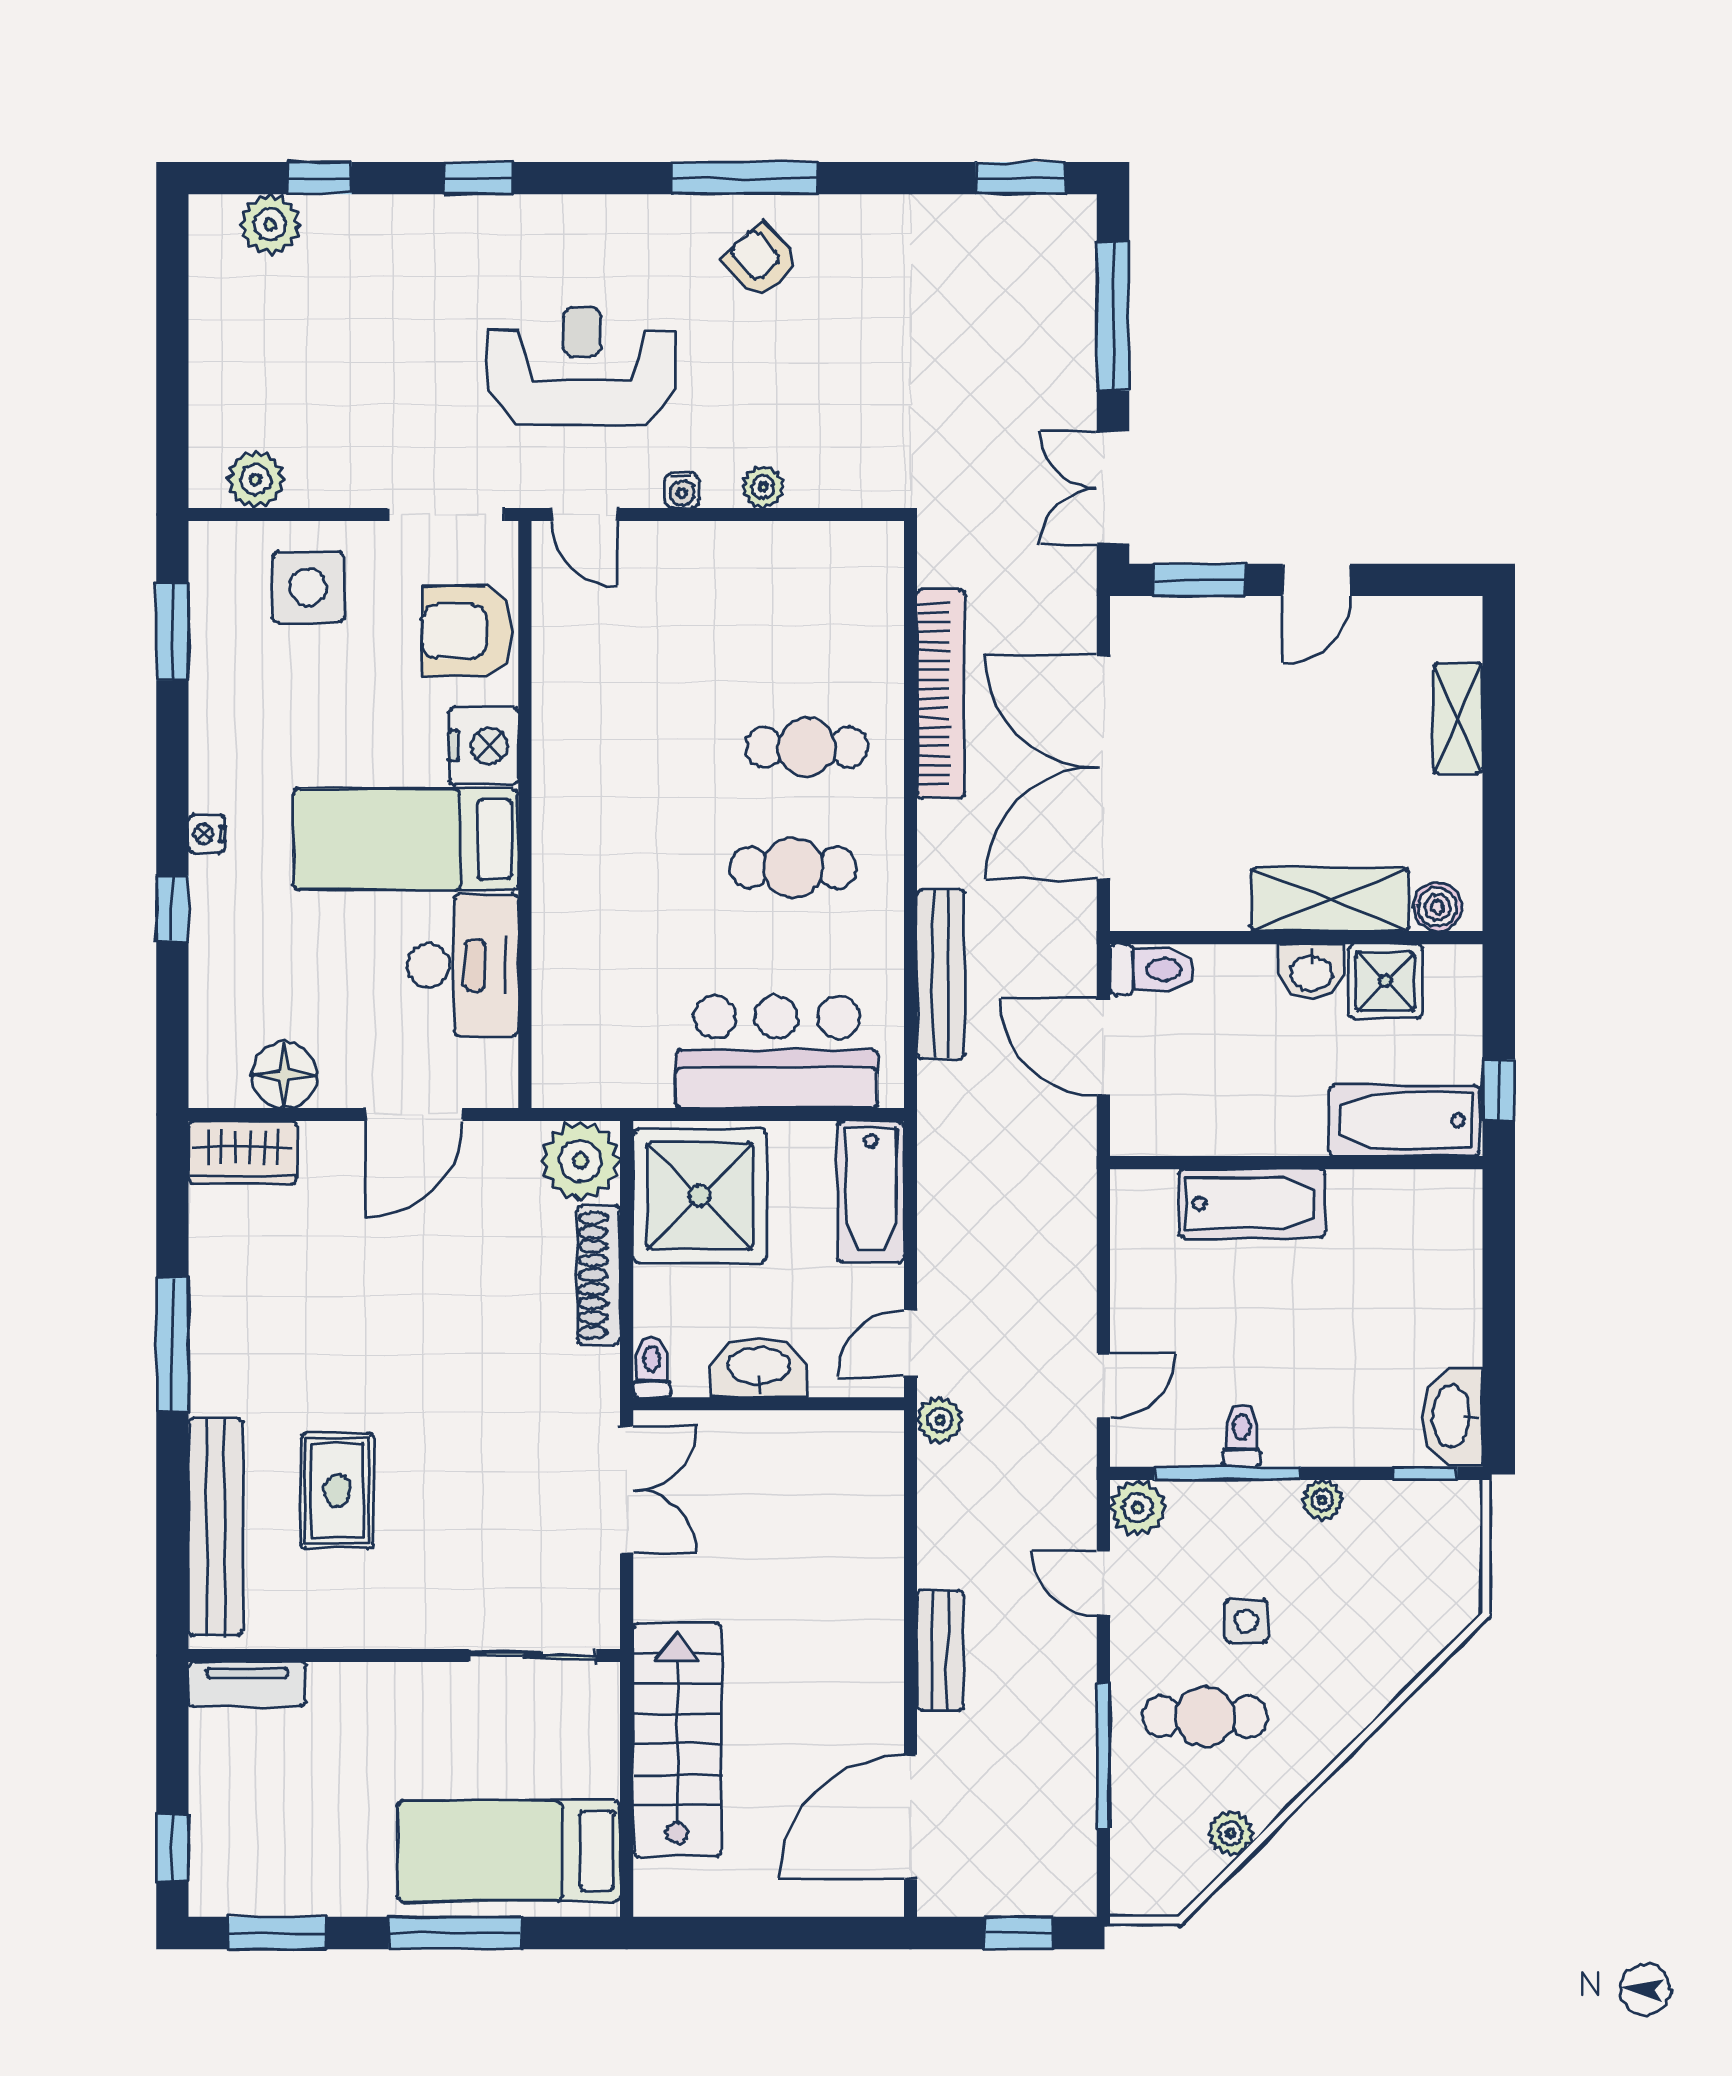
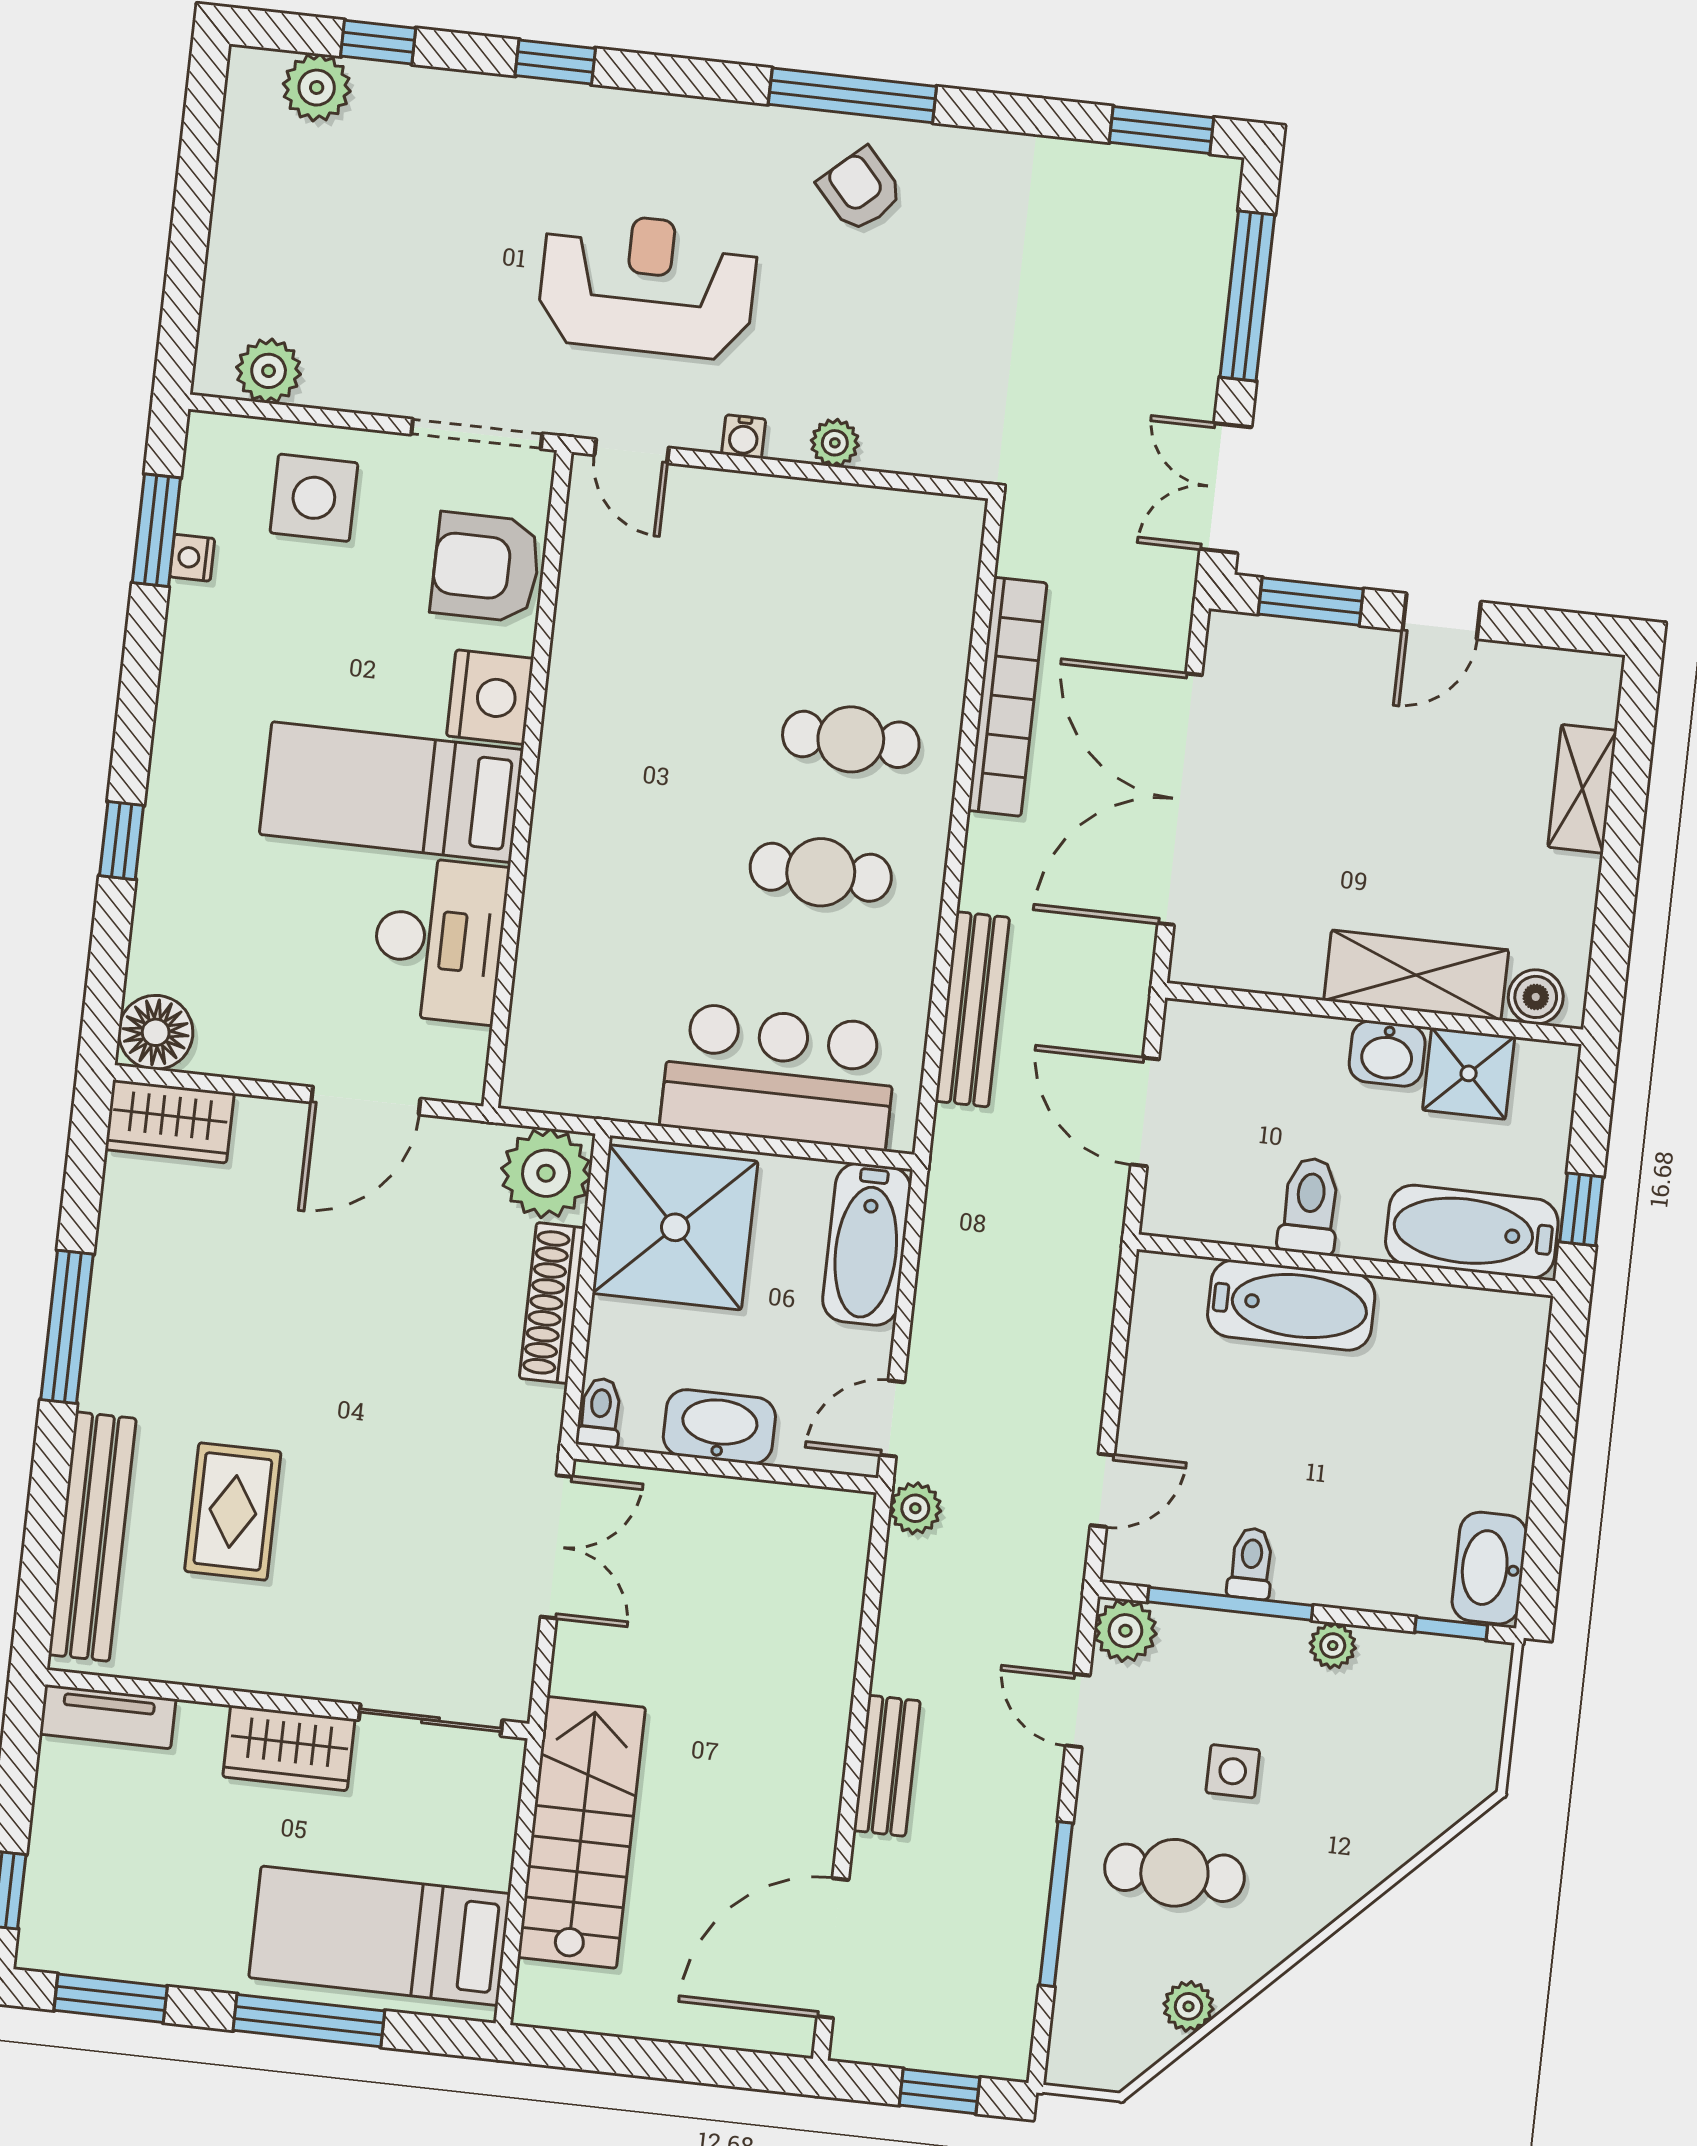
nightstand: (207, 834) -> (192, 558), moved
toilet: (1152, 970) -> (1310, 1206), moved, turned -90
floor lamp: (285, 1075) -> (156, 1032), moved
wardrobe: (410, 1694) -> (289, 1748), added

